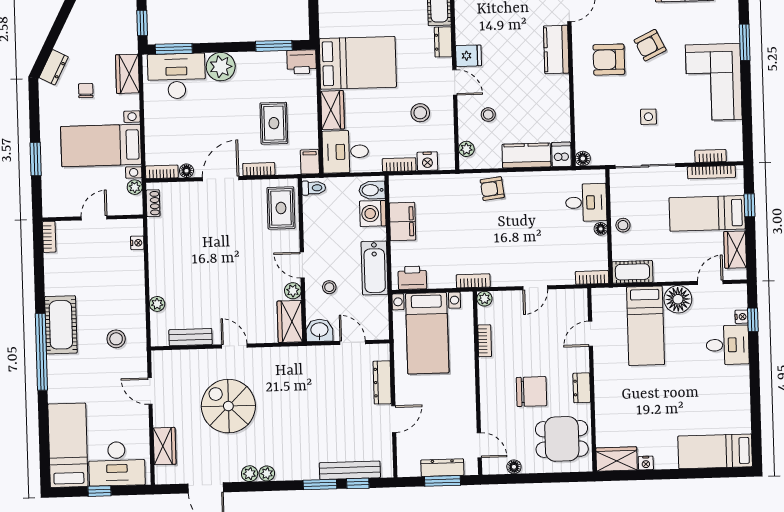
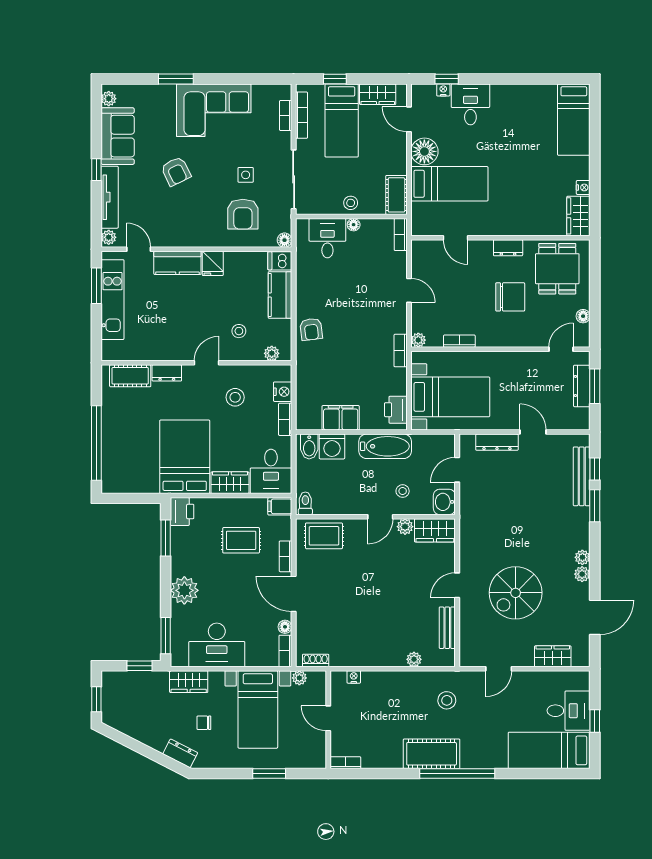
fridge: (469, 56) -> (213, 263), moved, turned 180
armchair: (609, 60) -> (243, 214), moved
desk: (177, 76) -> (217, 645), moved, turned -90
chair: (531, 392) -> (510, 297), turned 90
desk: (117, 464) -> (569, 711), width x0.73

